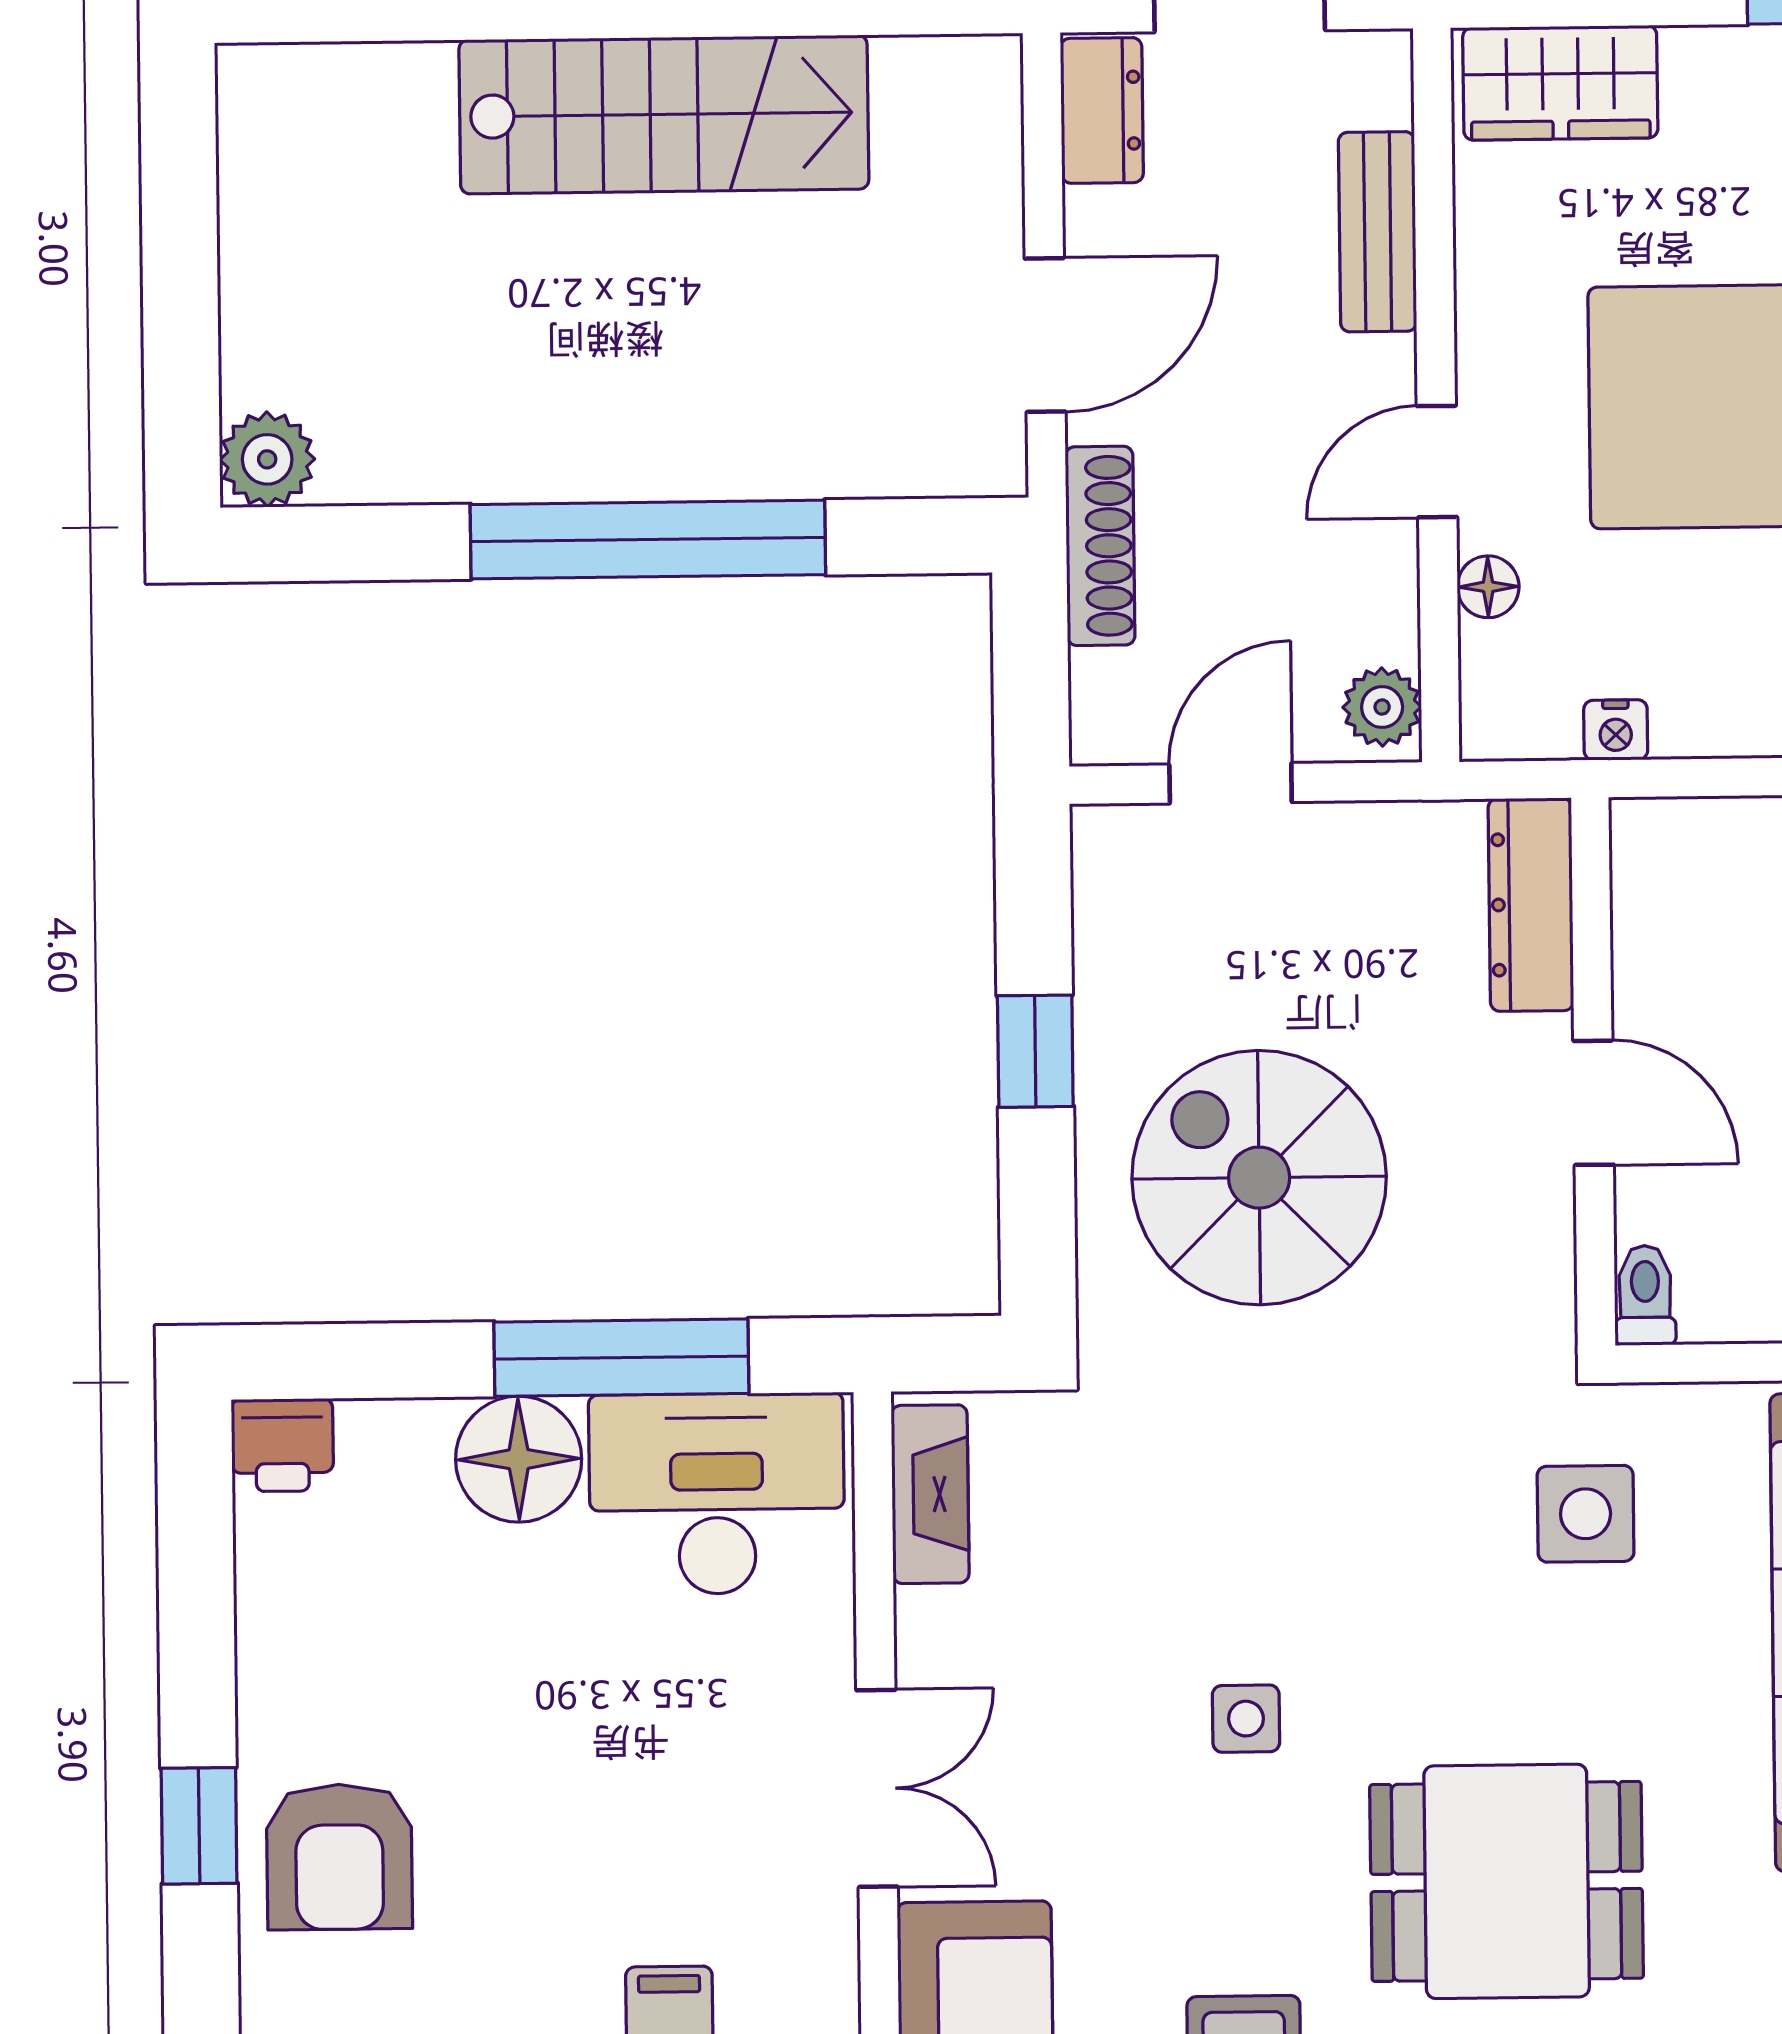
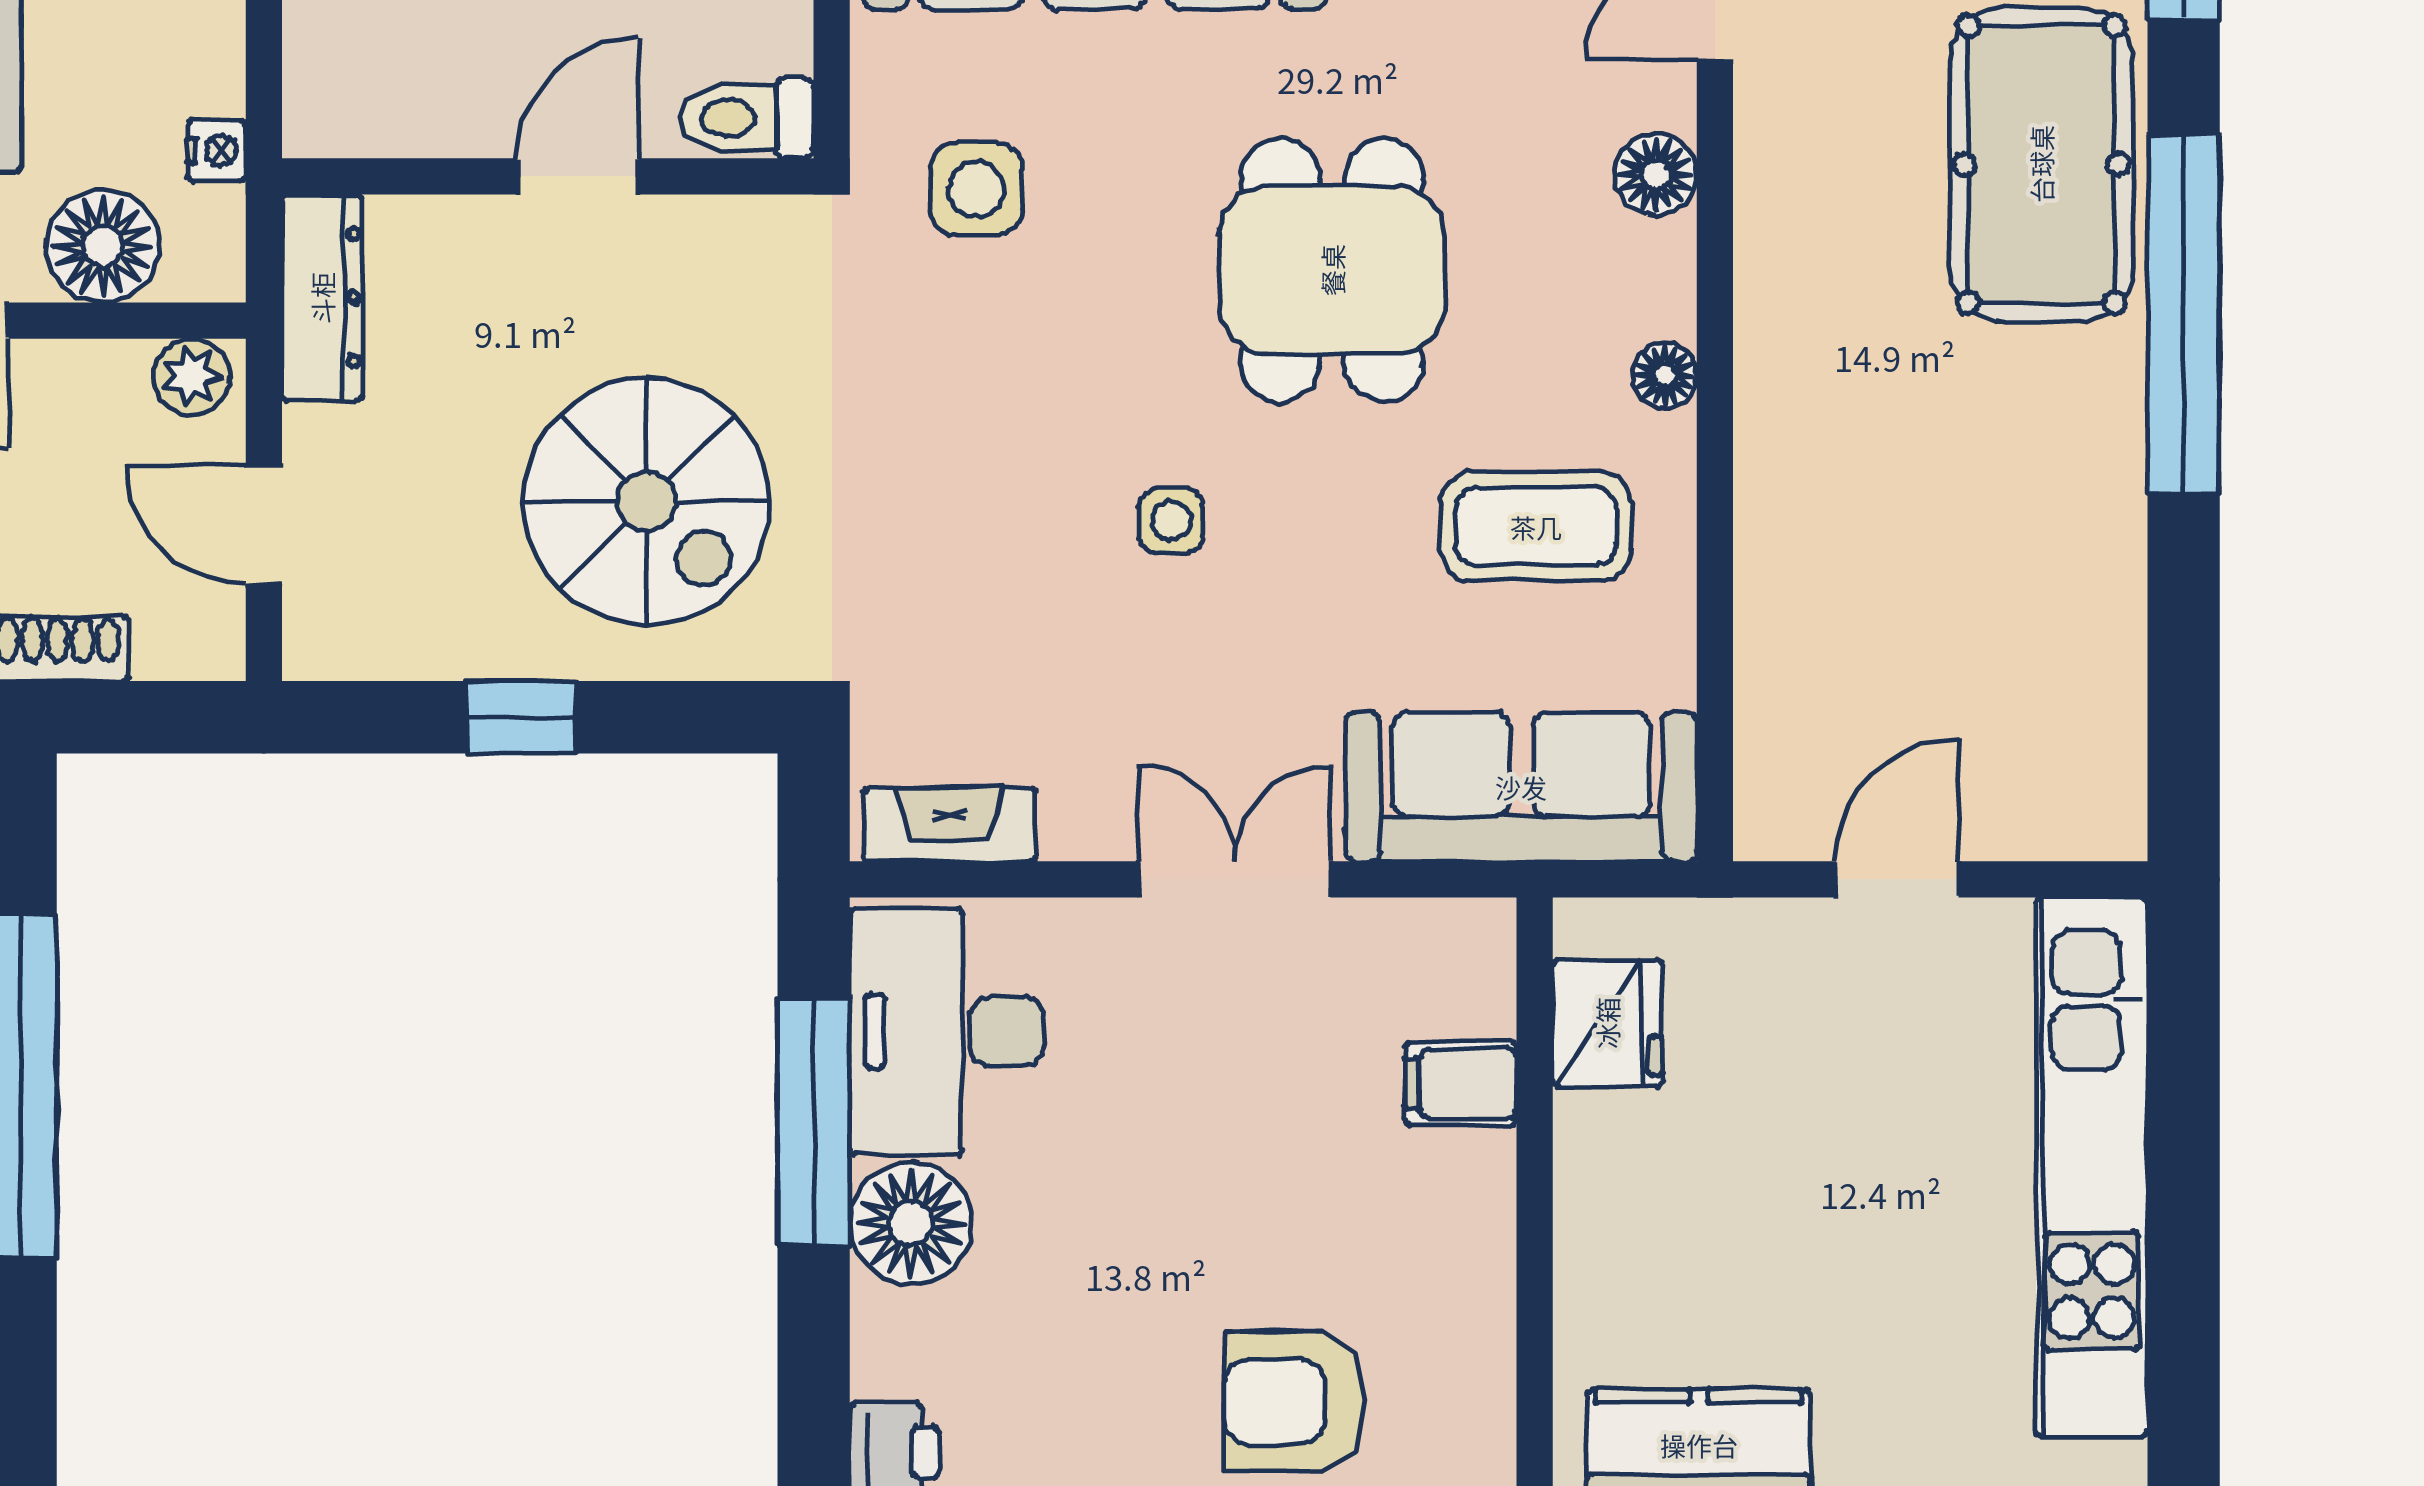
floor lamp: (1488, 587) -> (103, 246), width x1.89, depth x1.89
dresser: (1531, 905) -> (322, 298), moved, turned -90
spiral stairs: (1259, 1178) -> (646, 502), turned -90
toilet: (1645, 1295) -> (747, 118), width x1.37, depth x1.39
armchair: (339, 1857) -> (1294, 1402), turned 180

